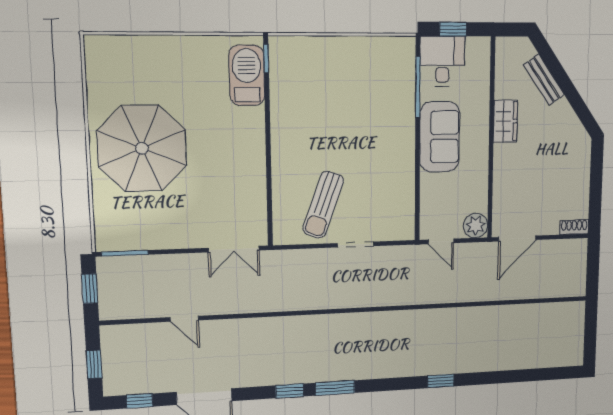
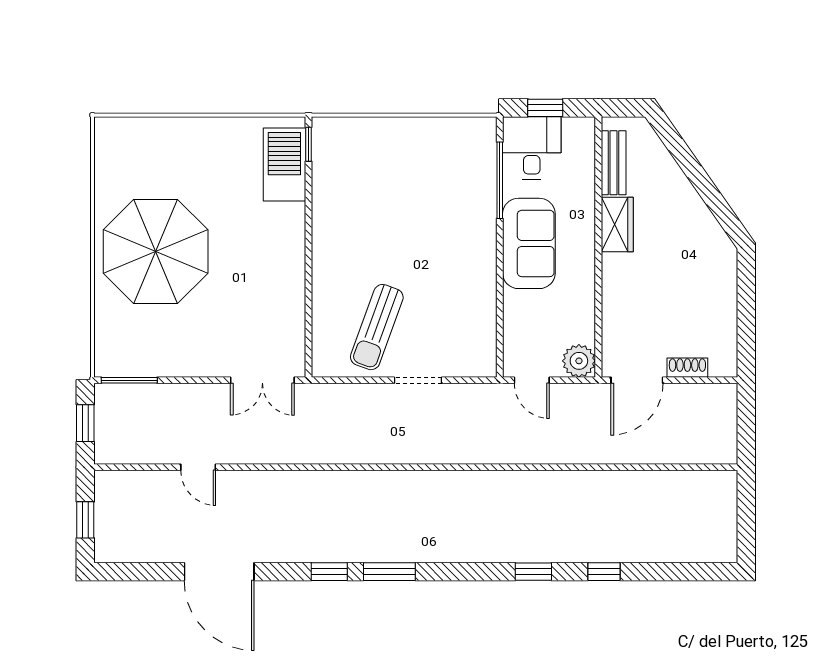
bench: (544, 80) -> (614, 163), moved, turned 35
shoe rack: (574, 227) -> (687, 368), moved
window: (139, 401) -> (604, 572), moved

